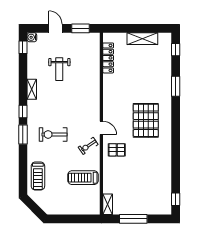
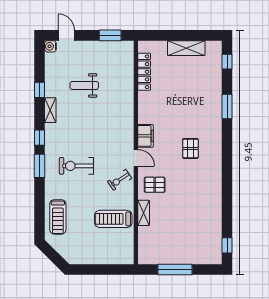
door: (55, 28) -> (66, 35), moved
window: (23, 47) -> (39, 90), moved
weight bench: (59, 69) -> (84, 85), turned 90
filing cabinet: (109, 110) -> (145, 136), added
pallet: (146, 120) -> (190, 148), width x0.49, depth x0.50
shelving: (108, 204) -> (144, 213), moved

